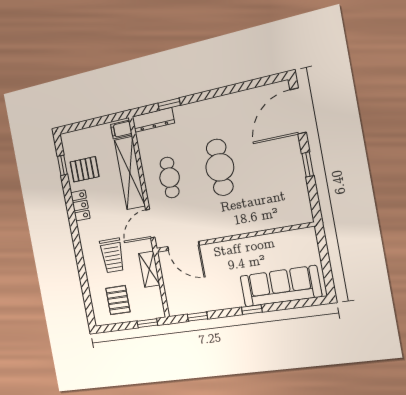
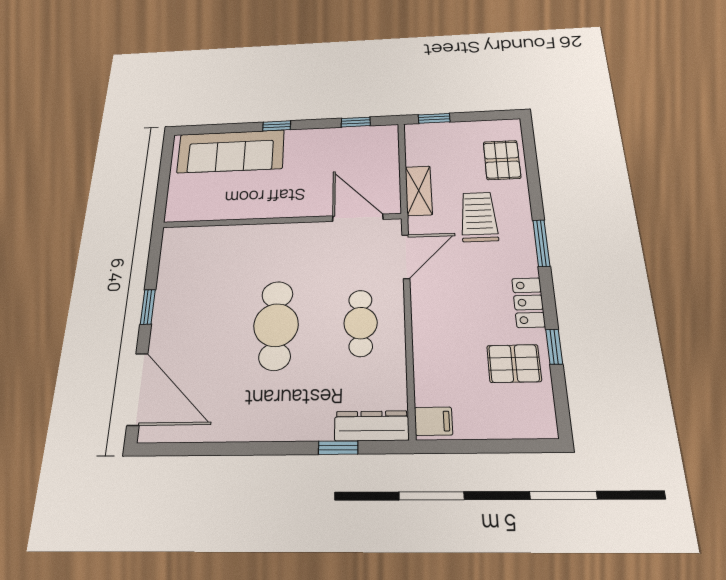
door: (298, 111) -> (137, 389), hinge flipped
window: (62, 165) -> (554, 347), moved
shelving: (130, 173) -> (429, 342), removed
window: (77, 243) -> (541, 243), added
pallet: (118, 300) -> (502, 160), moved

